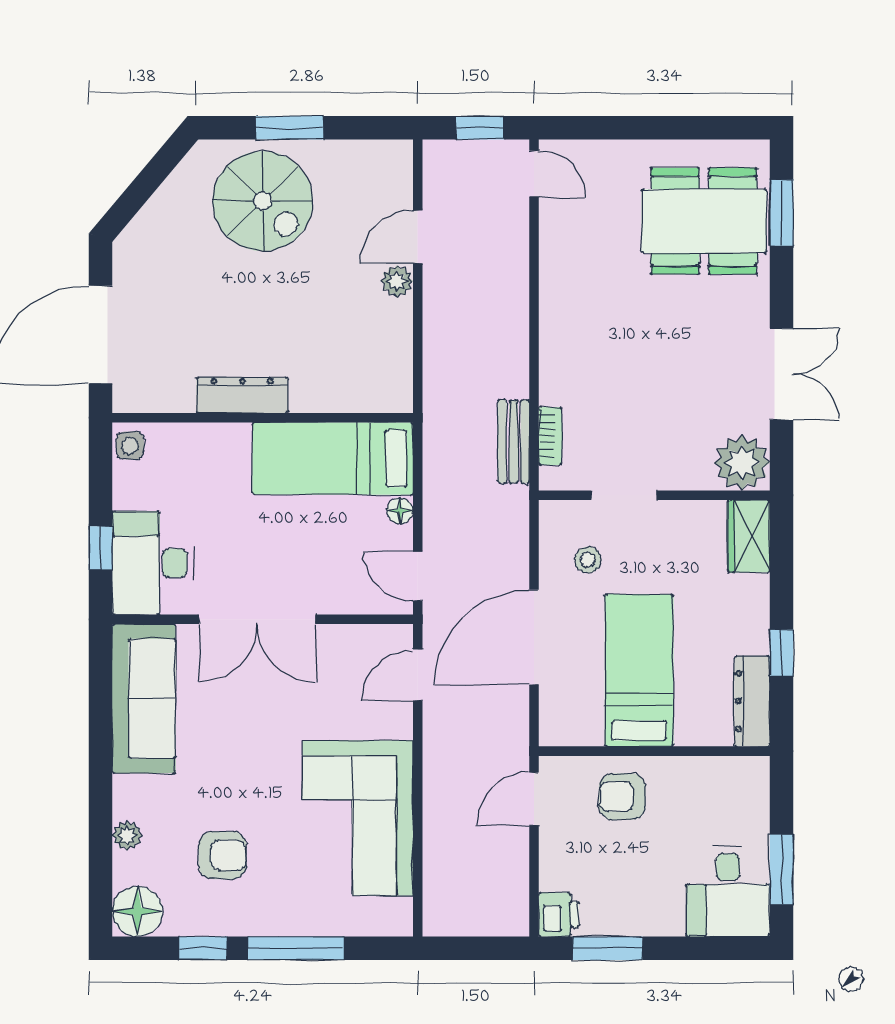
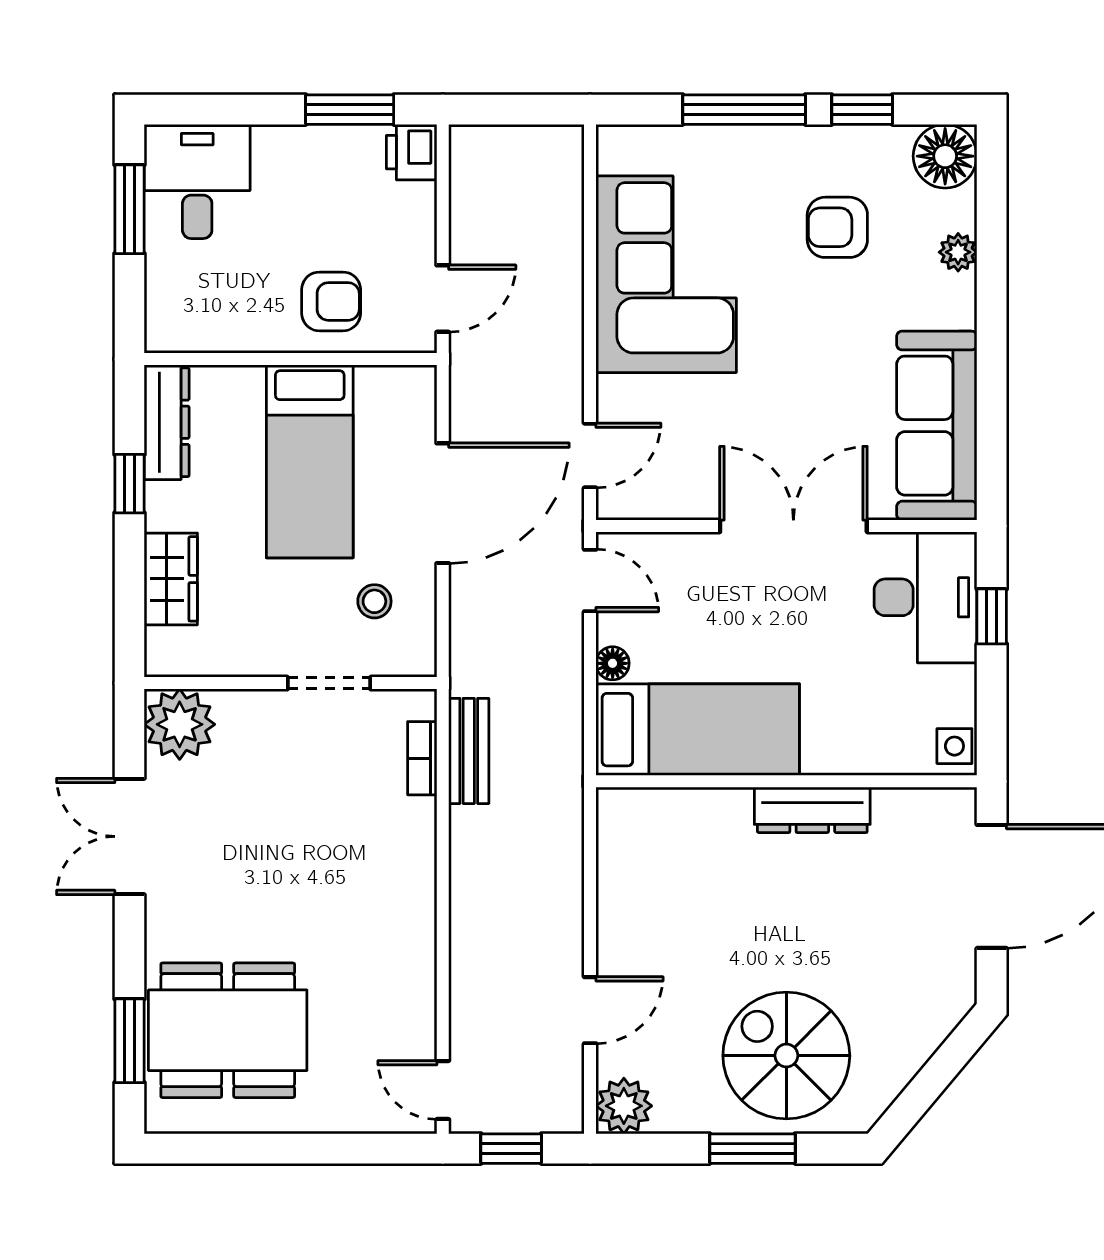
plant: (397, 281) -> (624, 1106), moved, width x1.38, depth x1.38
wardrobe: (749, 536) -> (171, 579), moved

